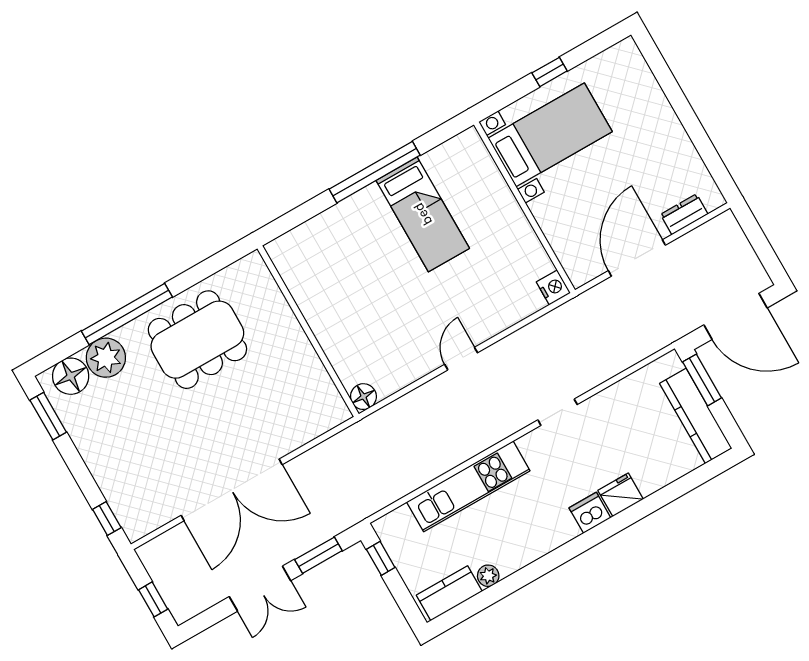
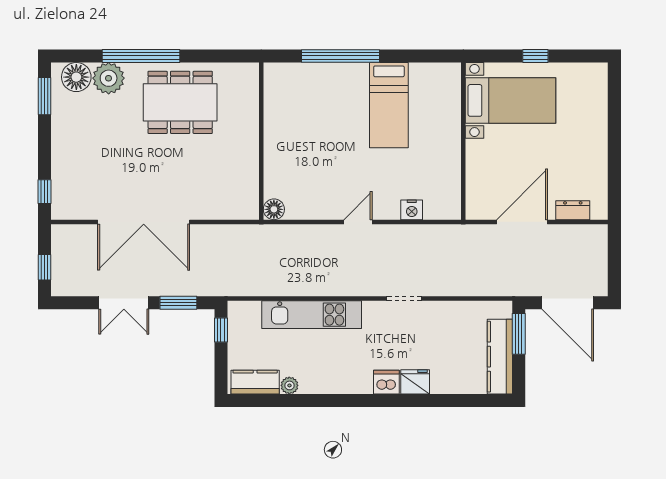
window: (375, 172) -> (341, 56), moved
nightstand: (553, 287) -> (412, 210), moved, turned 90

